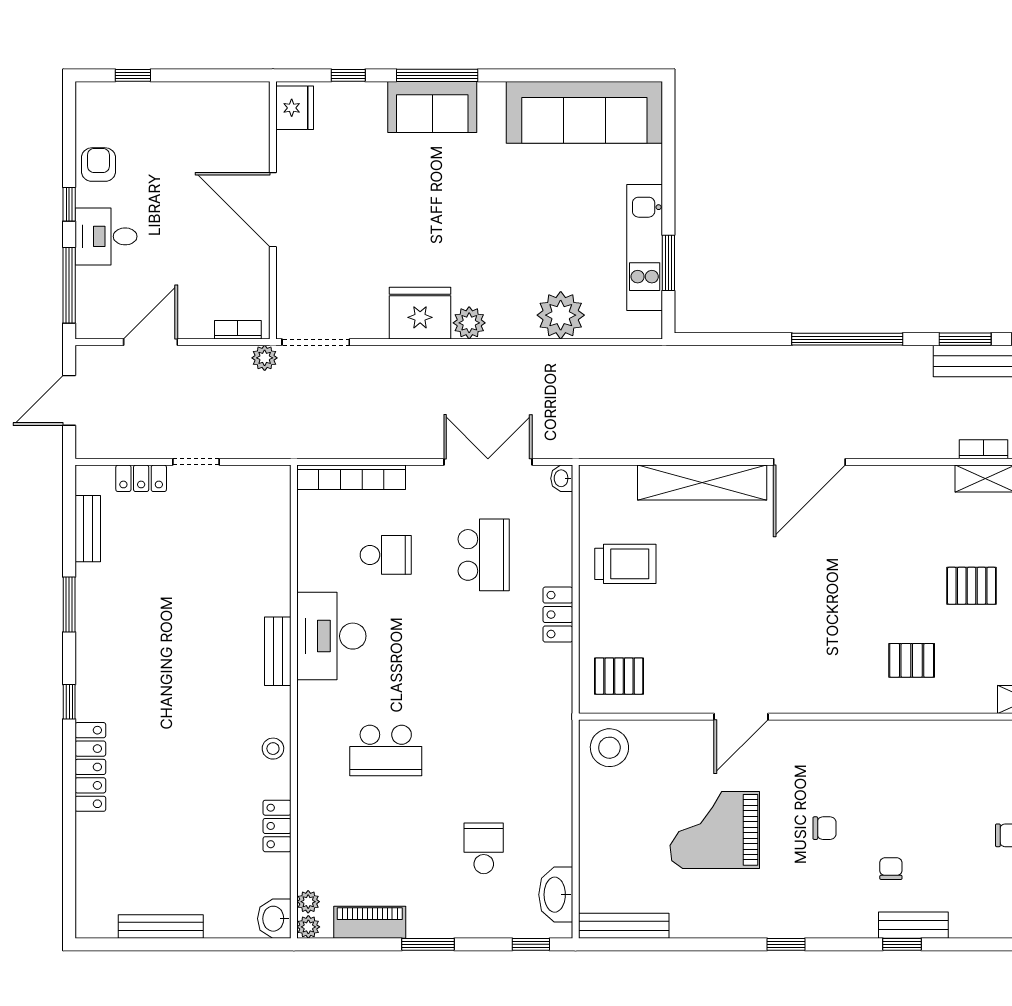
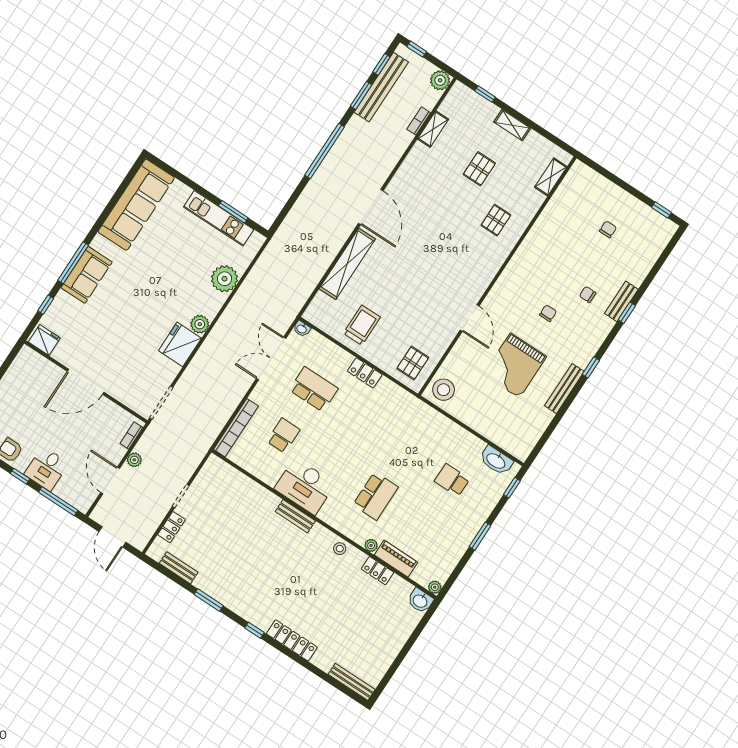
plant: (265, 358) -> (134, 460), moved
plant: (308, 902) -> (371, 545), moved
piano: (370, 922) -> (396, 559), moved, turned 90
bench: (161, 926) -> (352, 682), moved, turned 90
bench: (624, 926) -> (564, 389), moved

